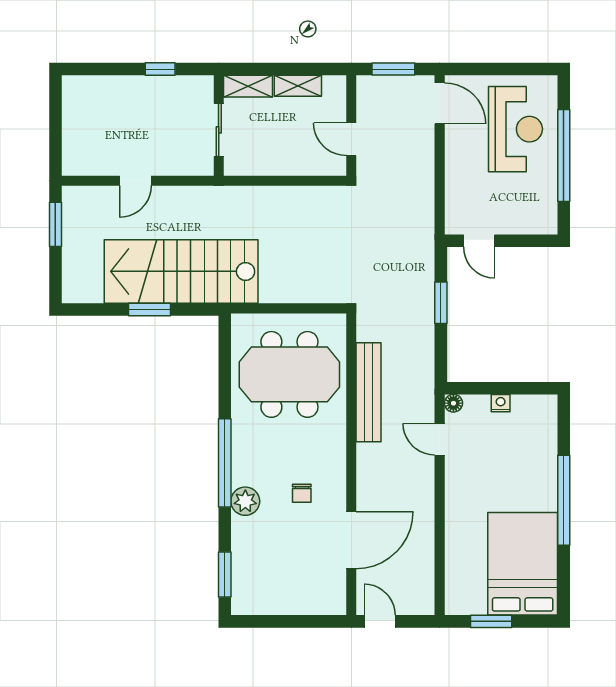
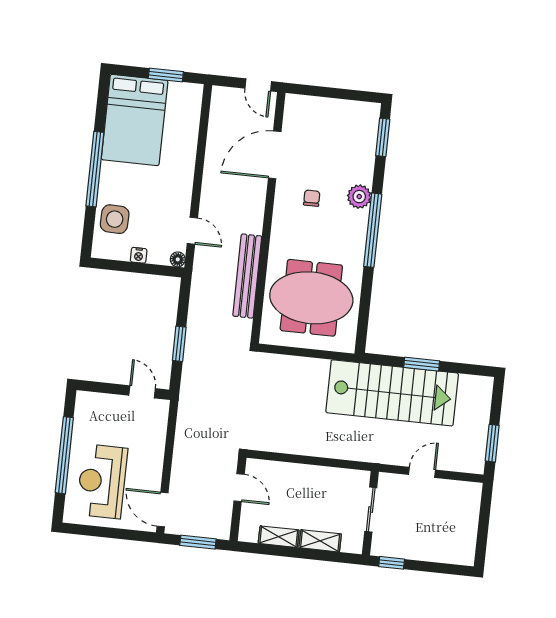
wall: (219, 125) -> (370, 513), moved
sliding door: (219, 130) -> (371, 510), moved
side table: (534, 443) -> (115, 219), added

